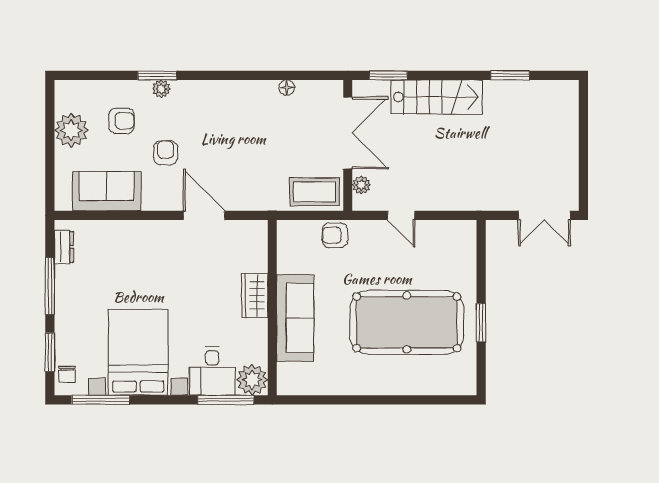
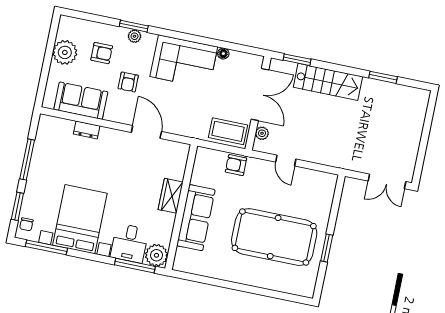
corner sofa: (235, 110) -> (184, 62), added
armchair: (166, 153) -> (128, 82), turned 180
dresser: (64, 247) -> (87, 130), moved, turned 90

